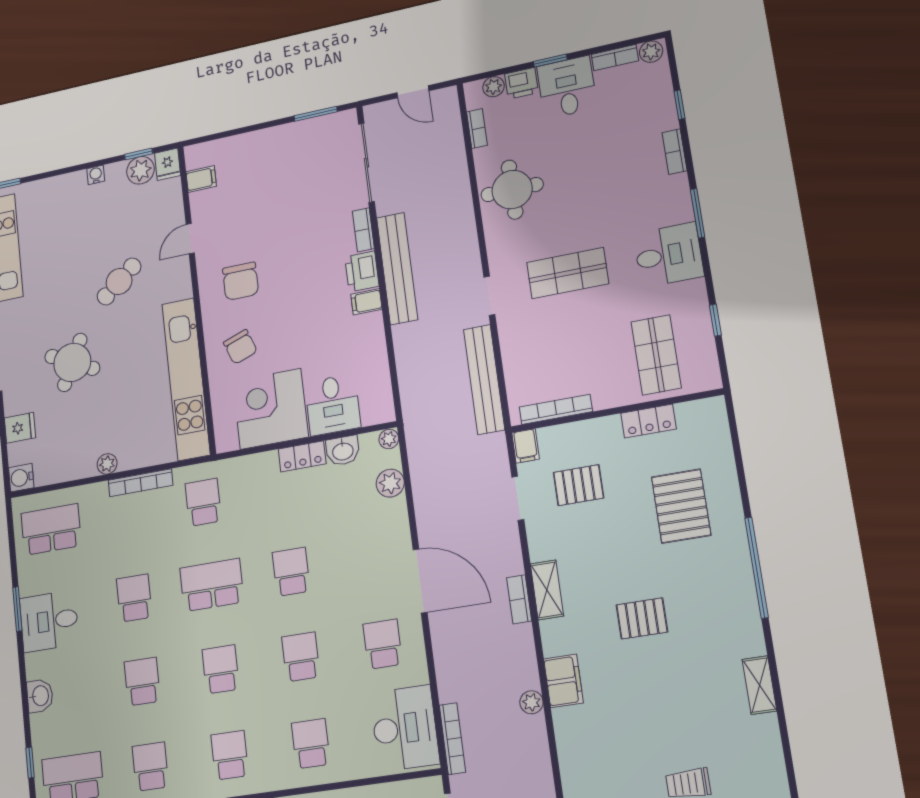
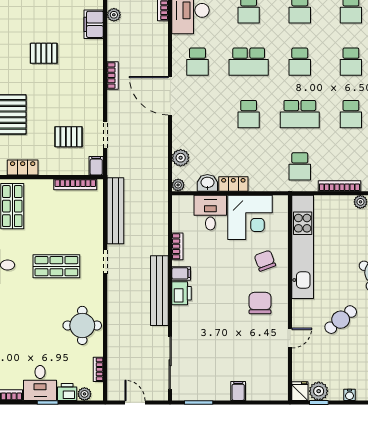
filing cabinet: (201, 179) -> (238, 391), moved, turned 90
bookcase: (363, 230) -> (177, 246), moved
shelving: (547, 590) -> (96, 78), removed
school desk: (301, 657) -> (249, 62), width x1.85

